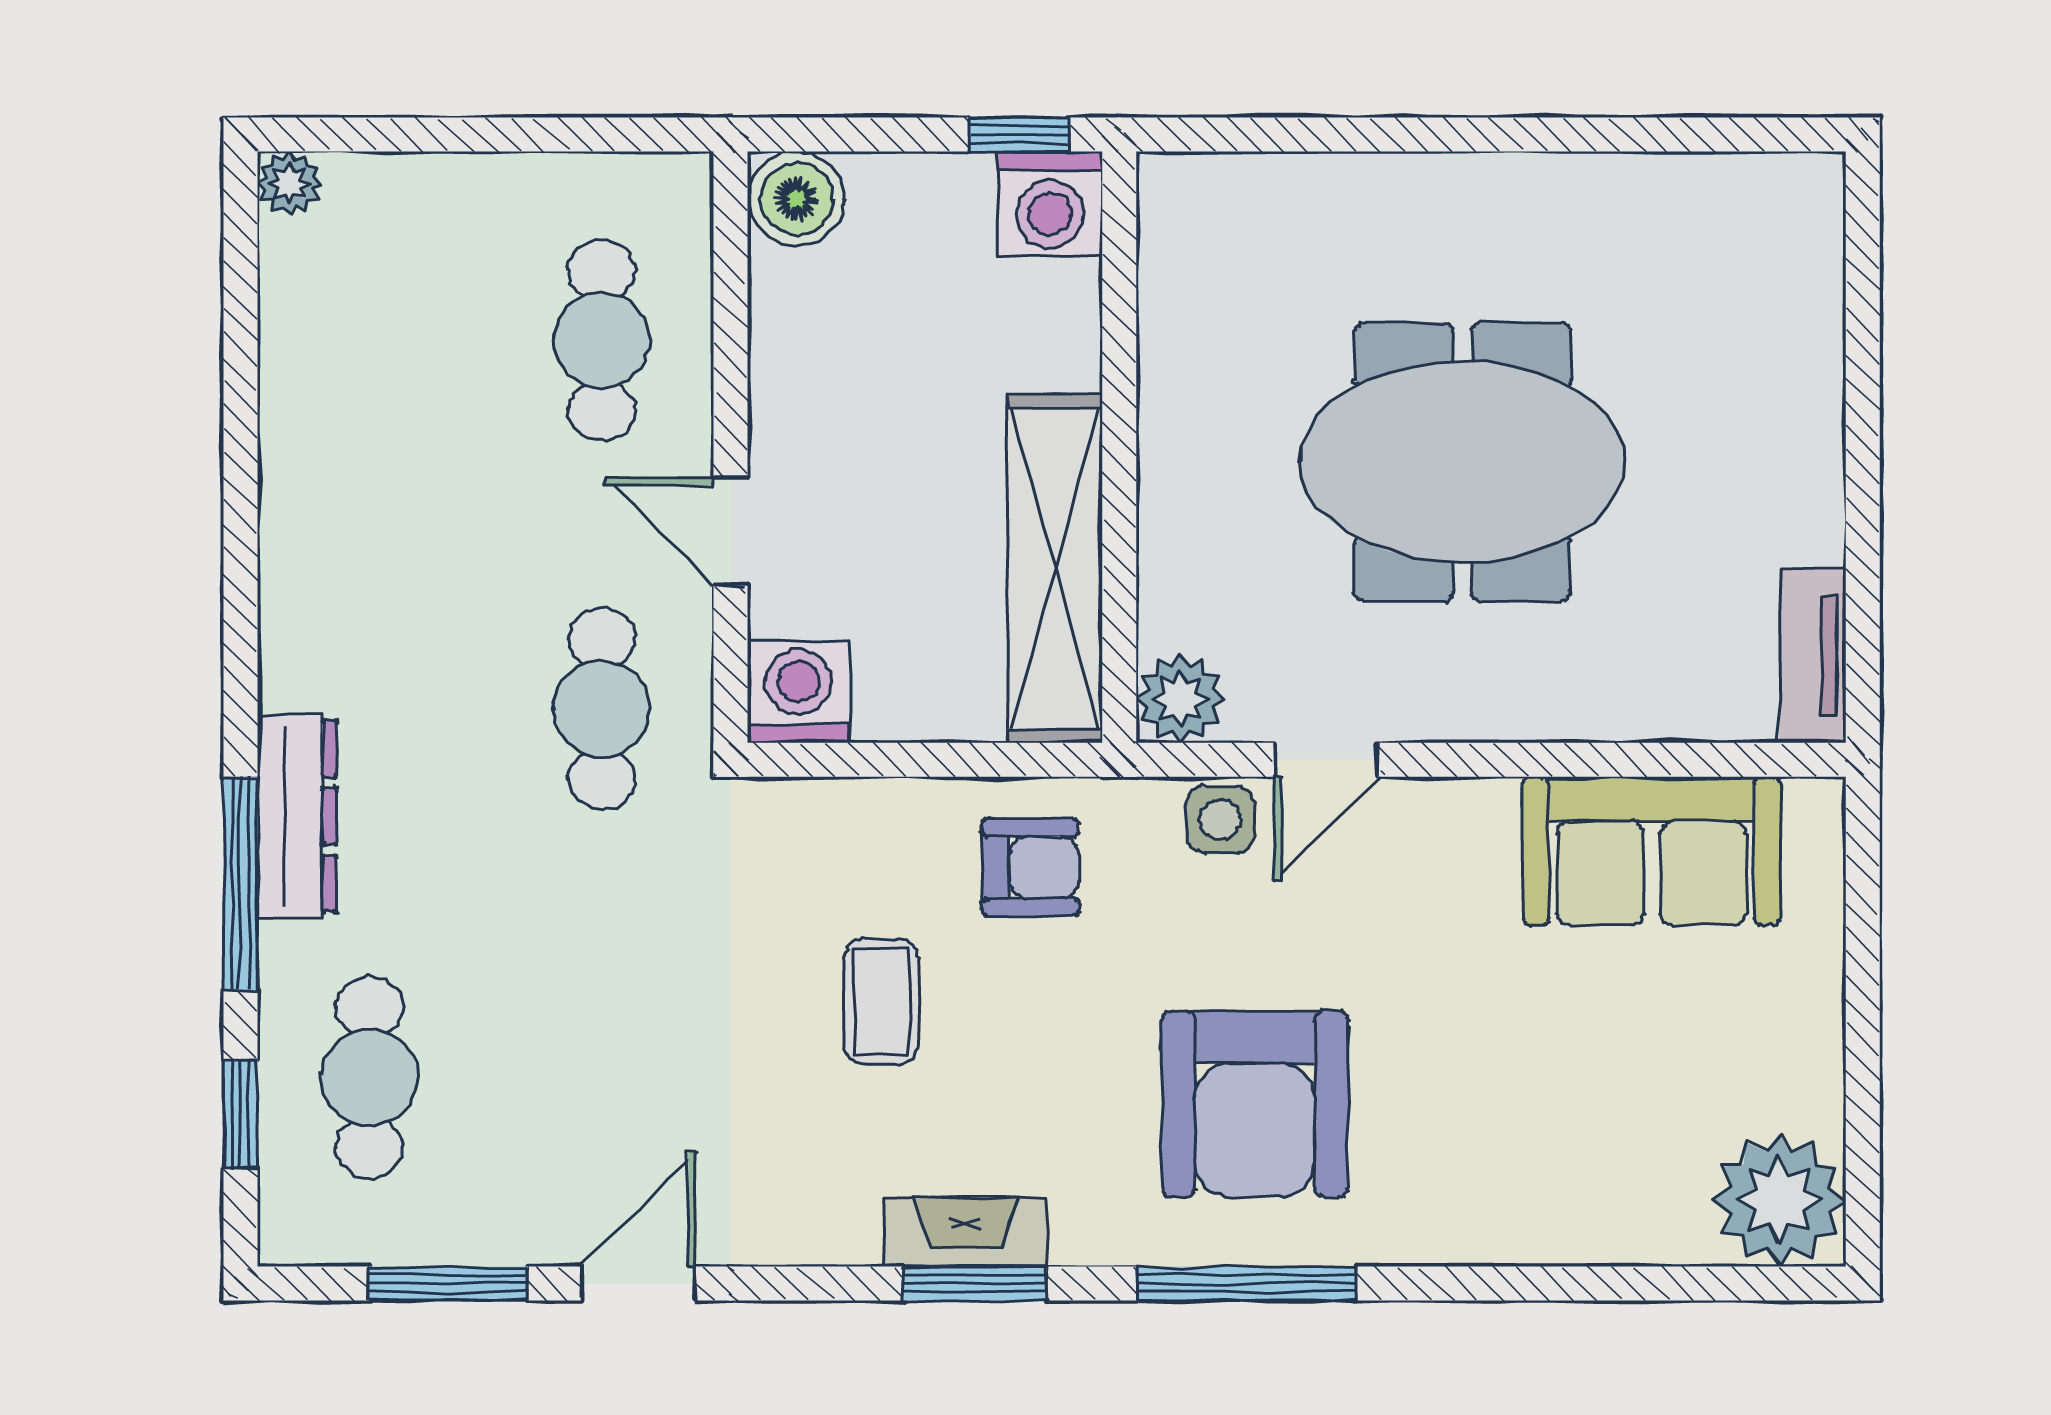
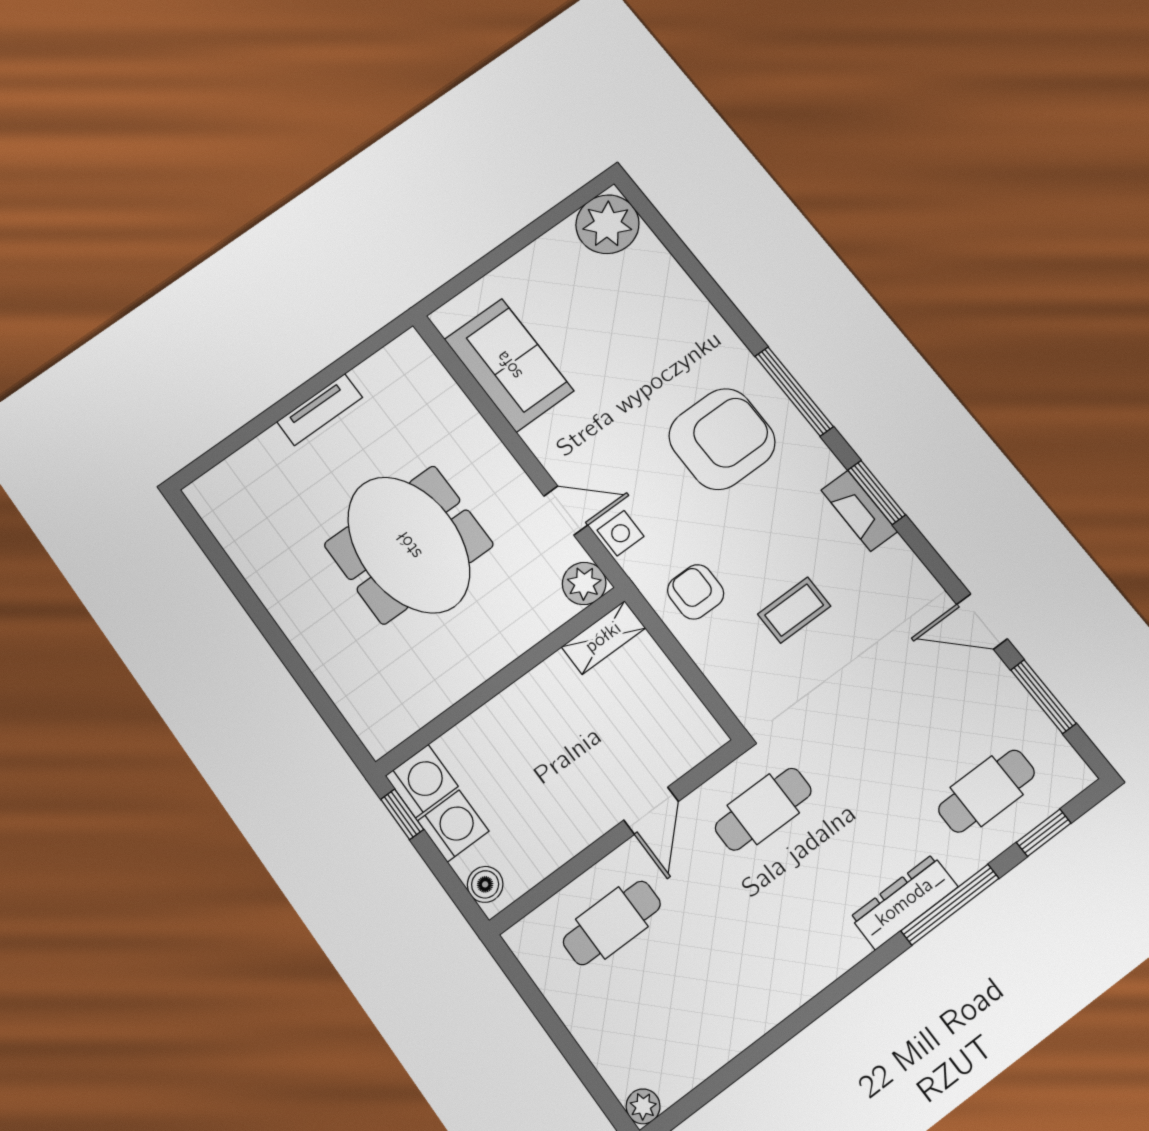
boiler: (797, 199) -> (485, 884), width x0.73, depth x0.73
shelving: (1055, 569) -> (603, 637), width x0.45, depth x0.75
tv unit: (1813, 656) -> (320, 410), moved
washing machine: (798, 692) -> (453, 826), moved, turned 180

